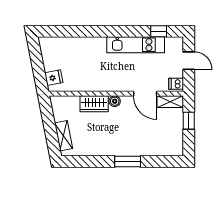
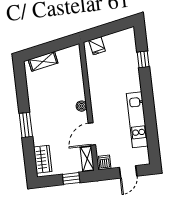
window: (159, 31) -> (143, 59), moved
wardrobe: (94, 104) -> (43, 159), moved, turned 180

